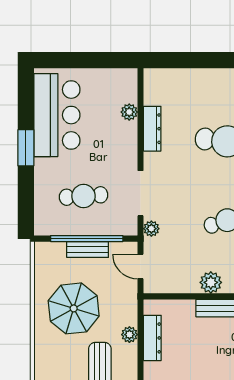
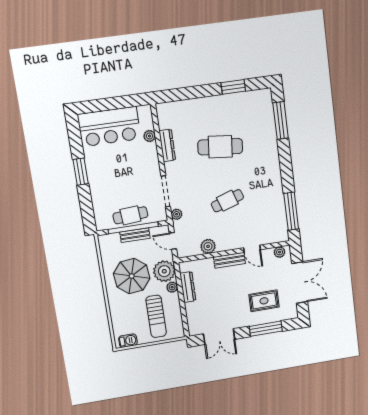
bar counter: (57, 115) -> (109, 127), moved, turned 90
cafe table: (84, 196) -> (130, 215), moved
plant: (211, 282) -> (208, 246), moved
plant: (122, 309) -> (164, 271), added

